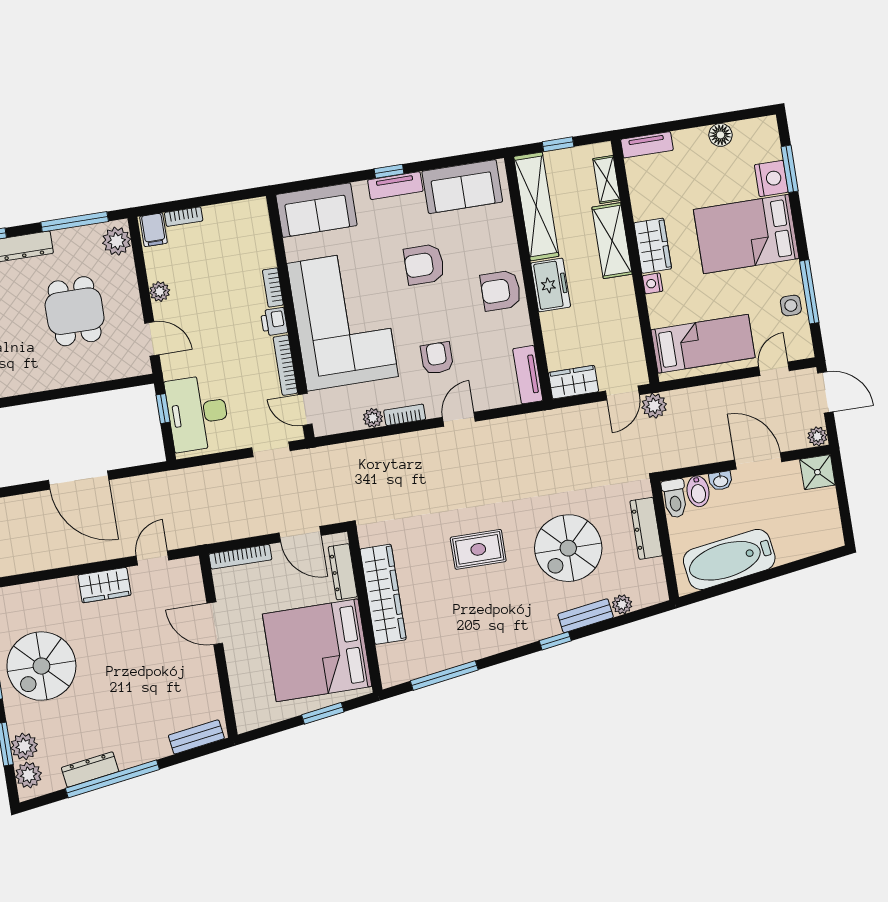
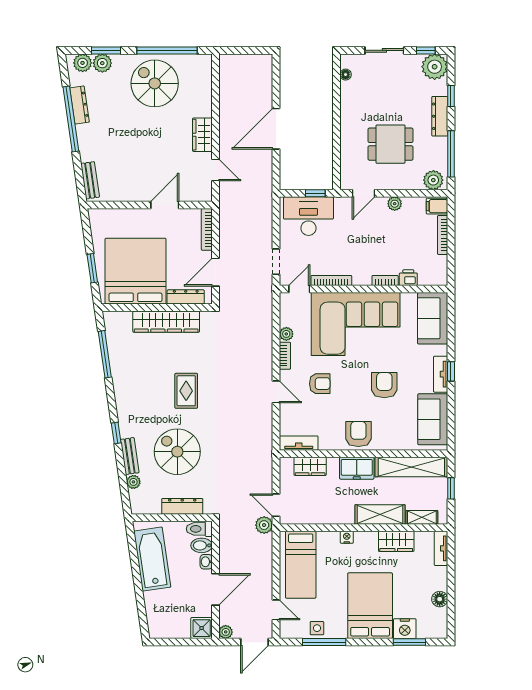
bookcase: (184, 217) -> (443, 235), width x1.56
wardrobe: (653, 246) -> (396, 541), moved
printer: (274, 322) -> (408, 278), moved
wardrobe: (573, 382) -> (310, 466), moved, turned 90

